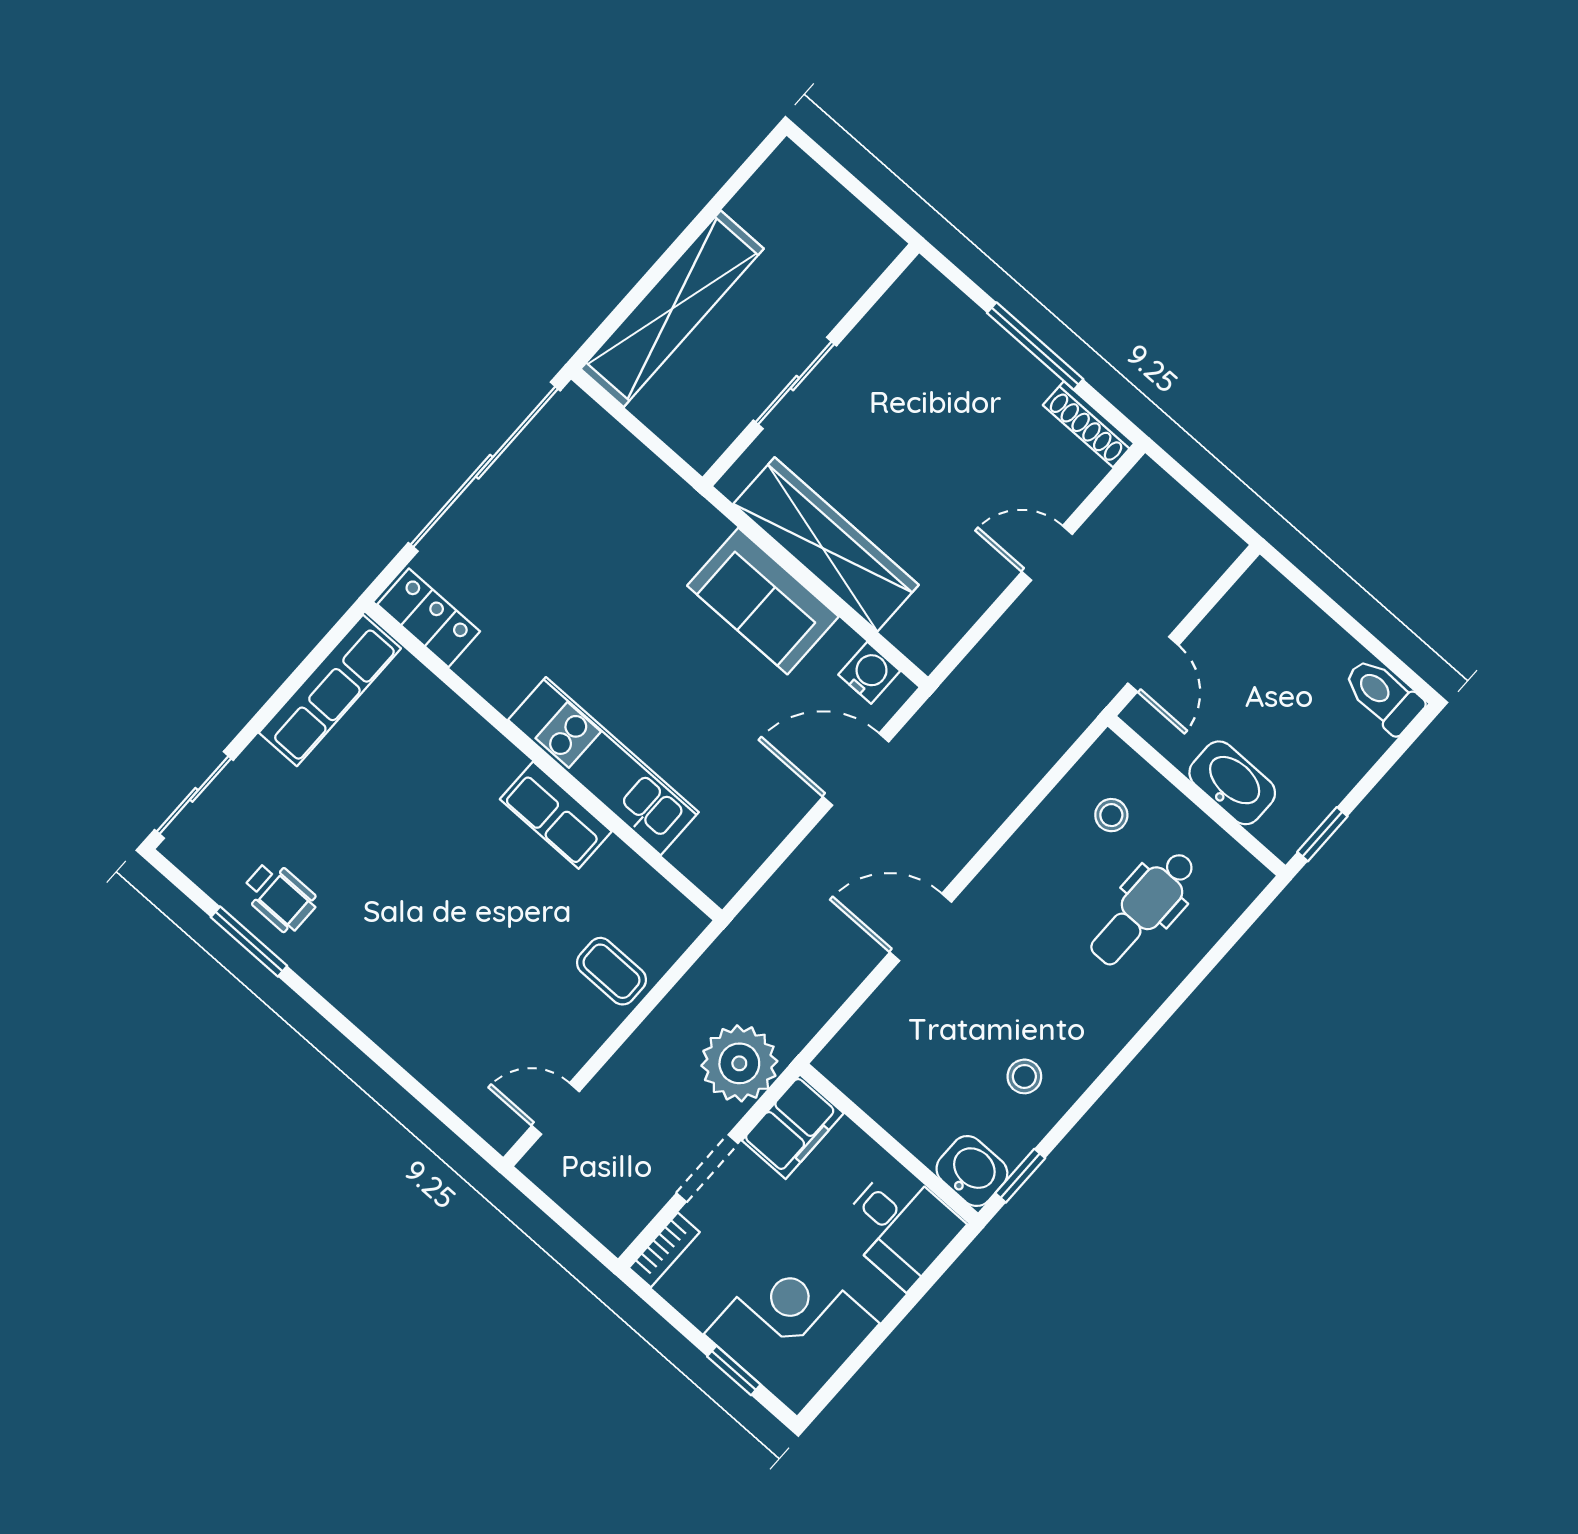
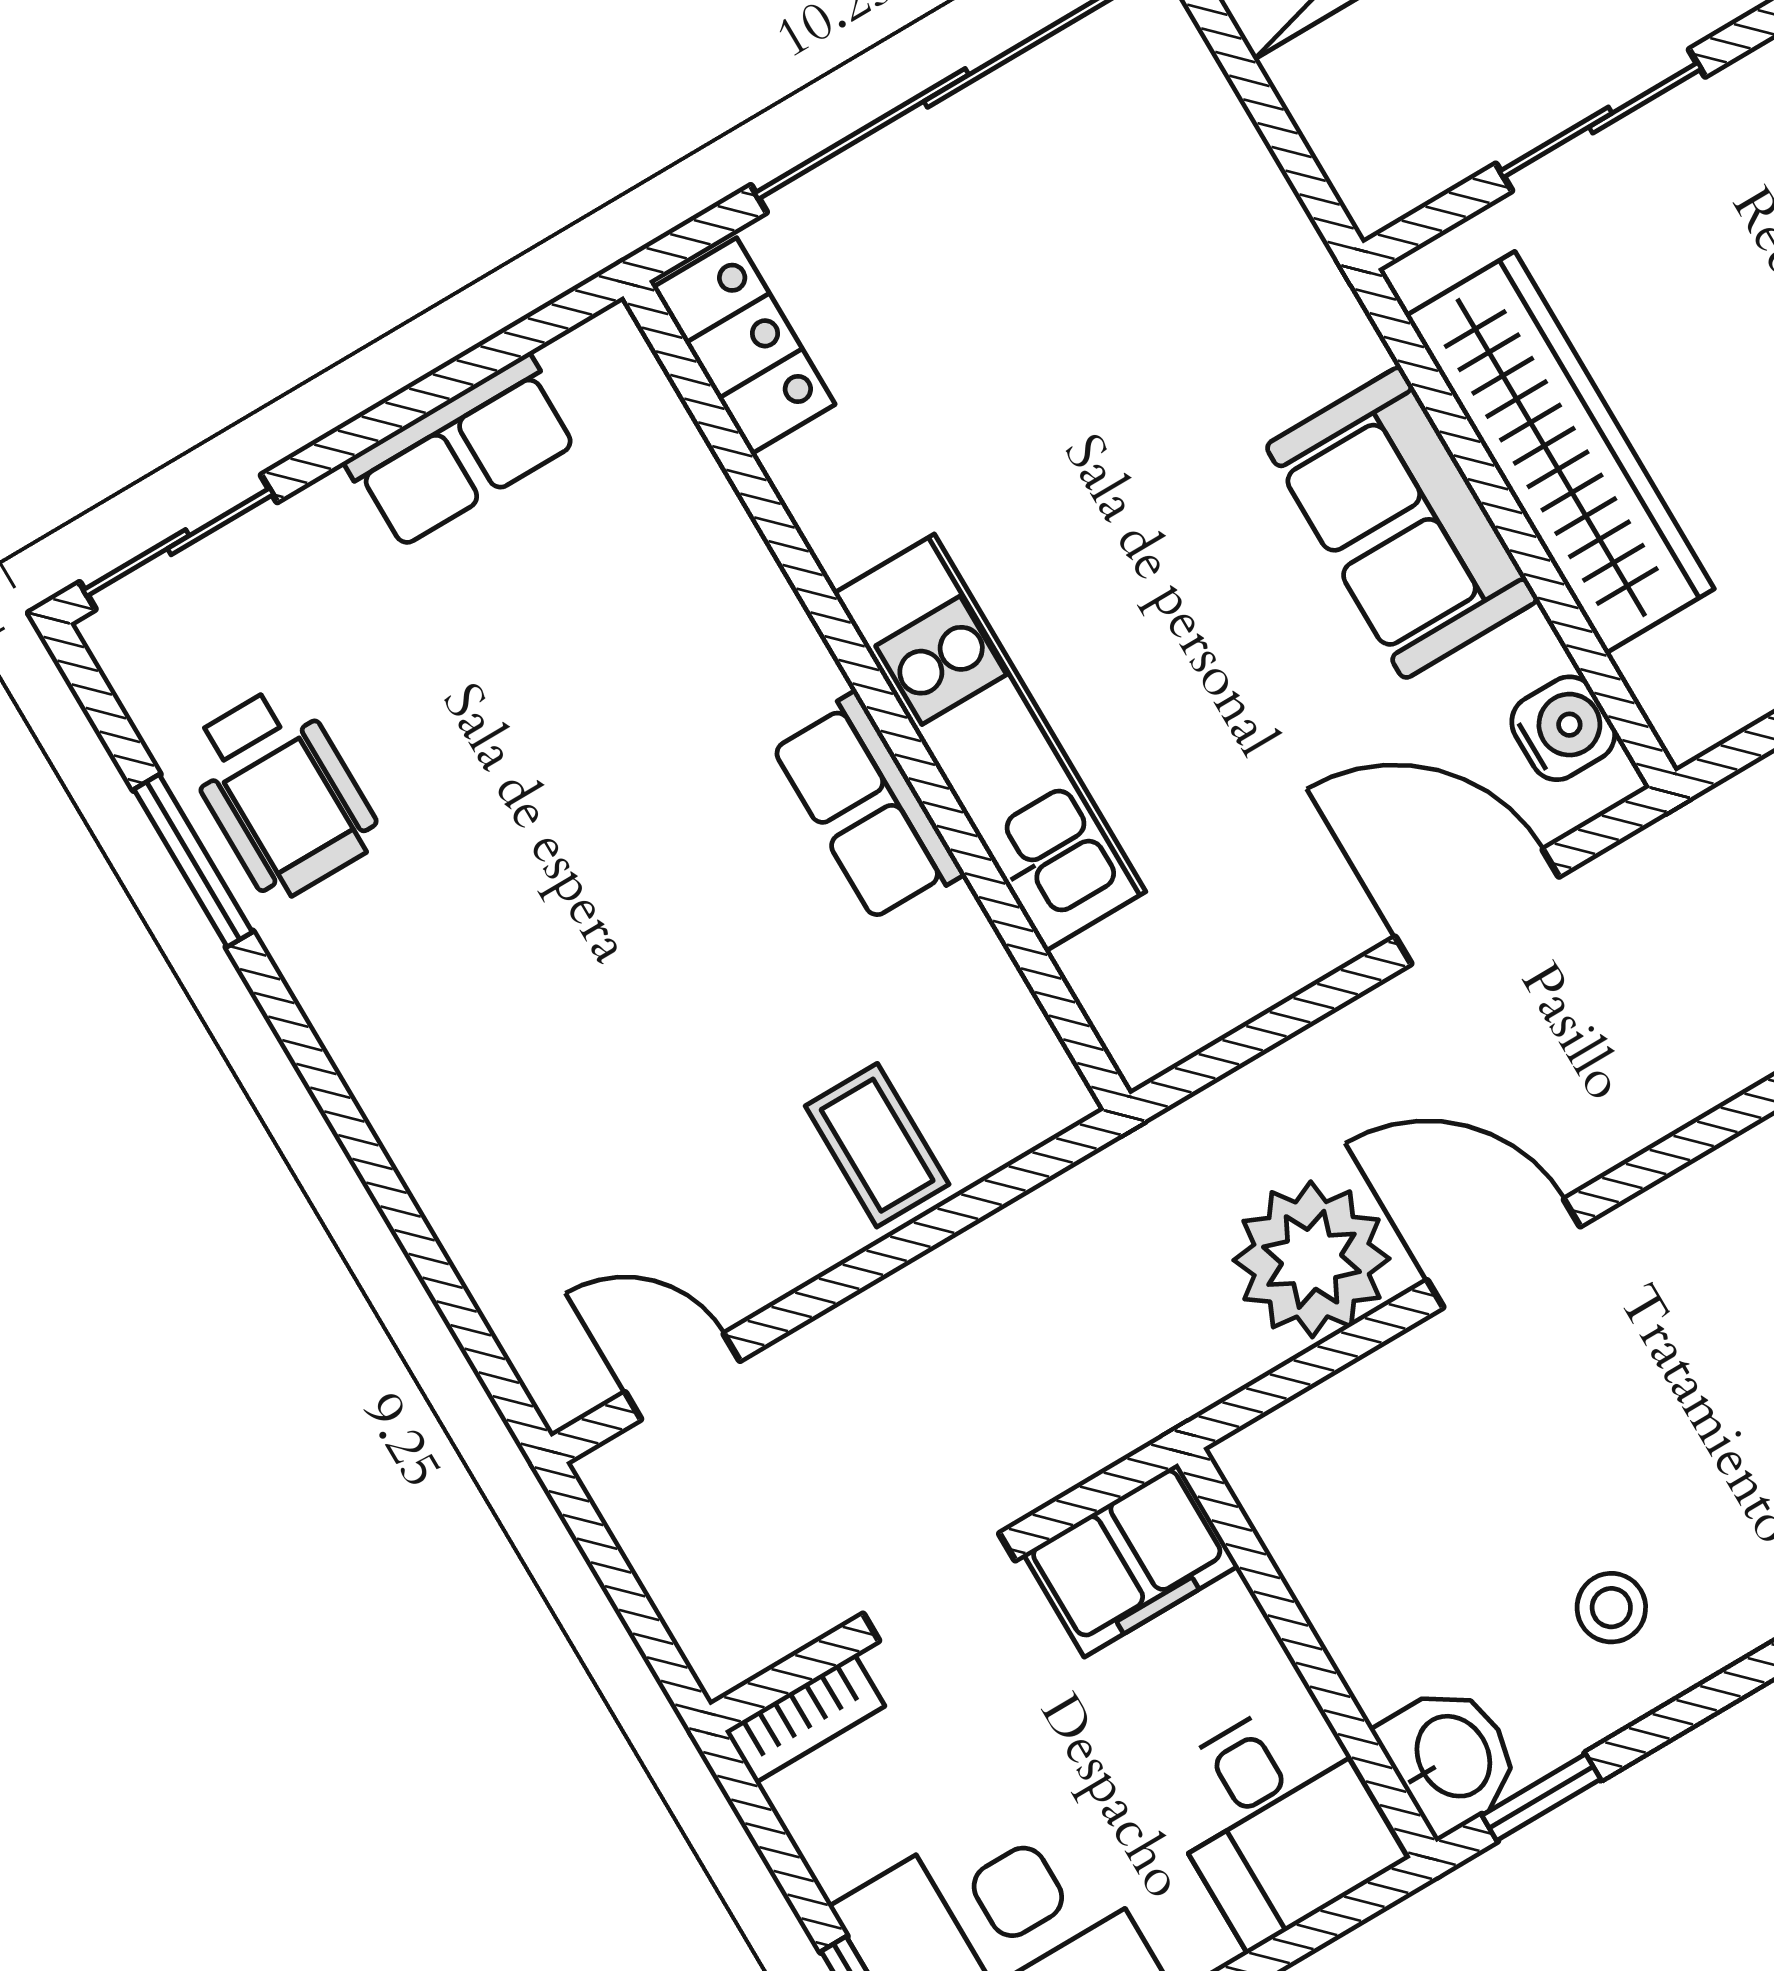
row of seats: (330, 691) -> (462, 451), width x0.68
wheelchair: (280, 896) -> (281, 793), width x1.36, depth x1.37
plant: (739, 1063) -> (1312, 1259), moved

